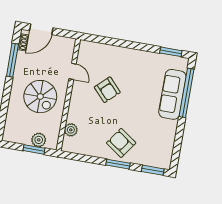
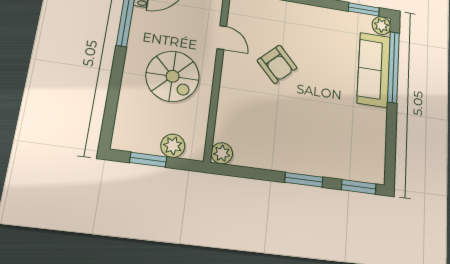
plant: (182, 63) -> (381, 26), added
plant: (71, 130) -> (222, 153), moved
armchair: (121, 143) -> (306, 145), removed
window: (34, 149) -> (148, 160), moved

